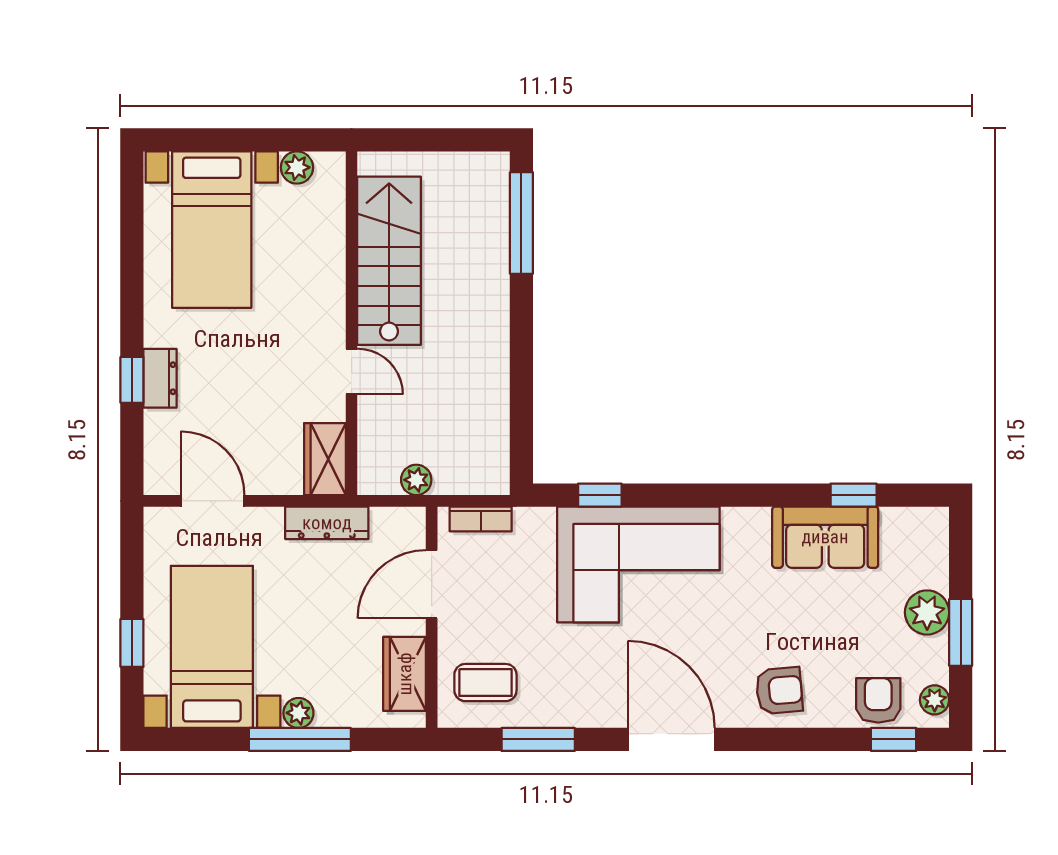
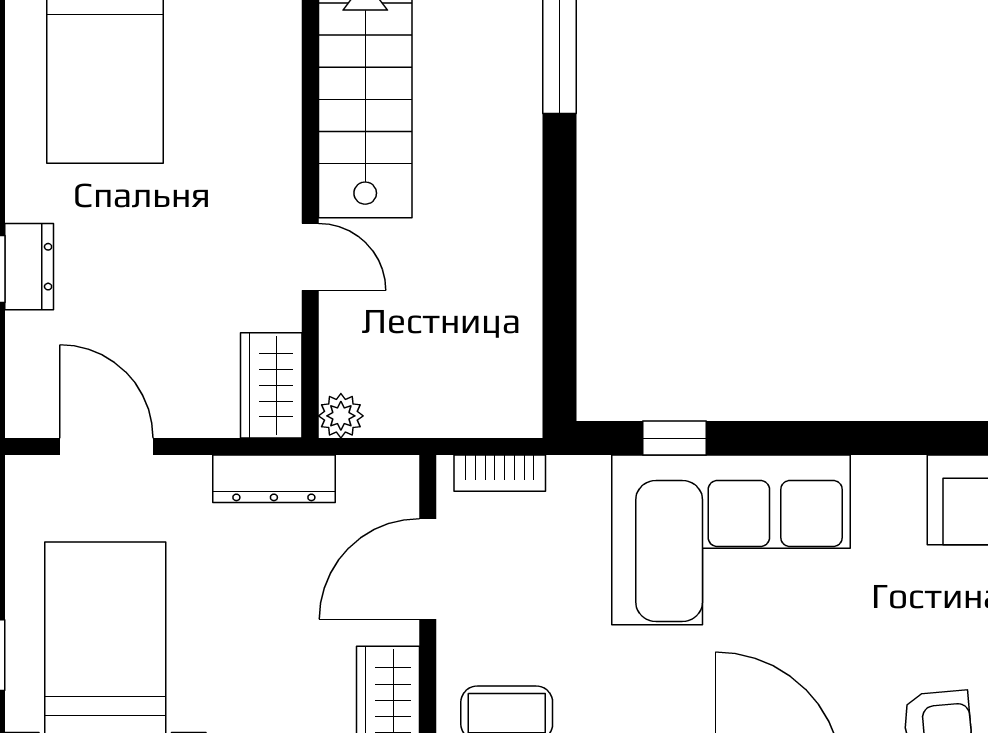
plant: (416, 480) -> (341, 416), moved

